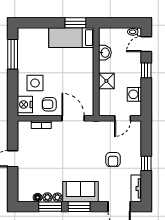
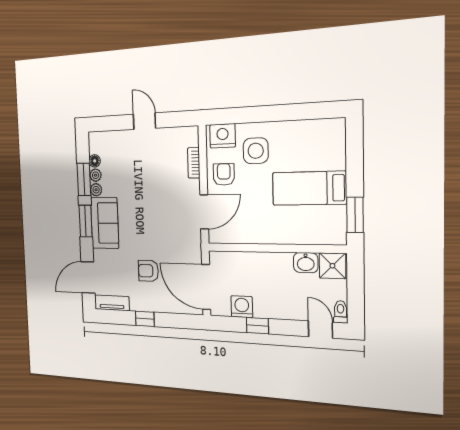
bed: (71, 38) -> (309, 188), moved, turned -90
window: (13, 54) -> (301, 112), removed
window: (146, 70) -> (257, 326), moved
shower: (106, 81) -> (332, 266), moved
door: (123, 118) -> (206, 287), width x1.87

